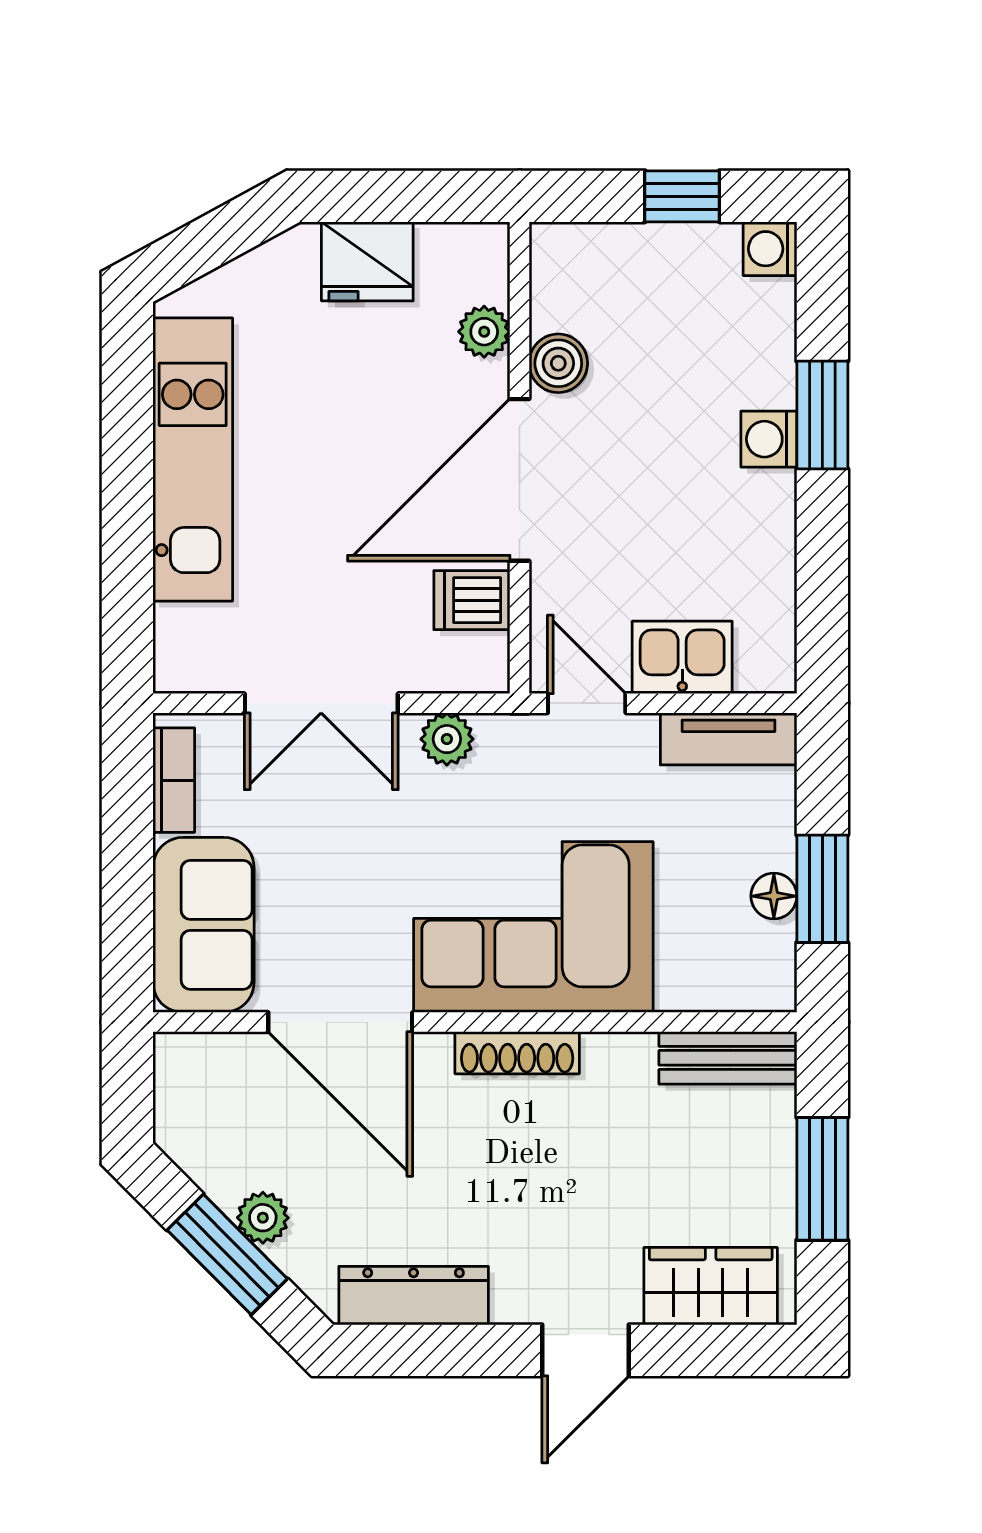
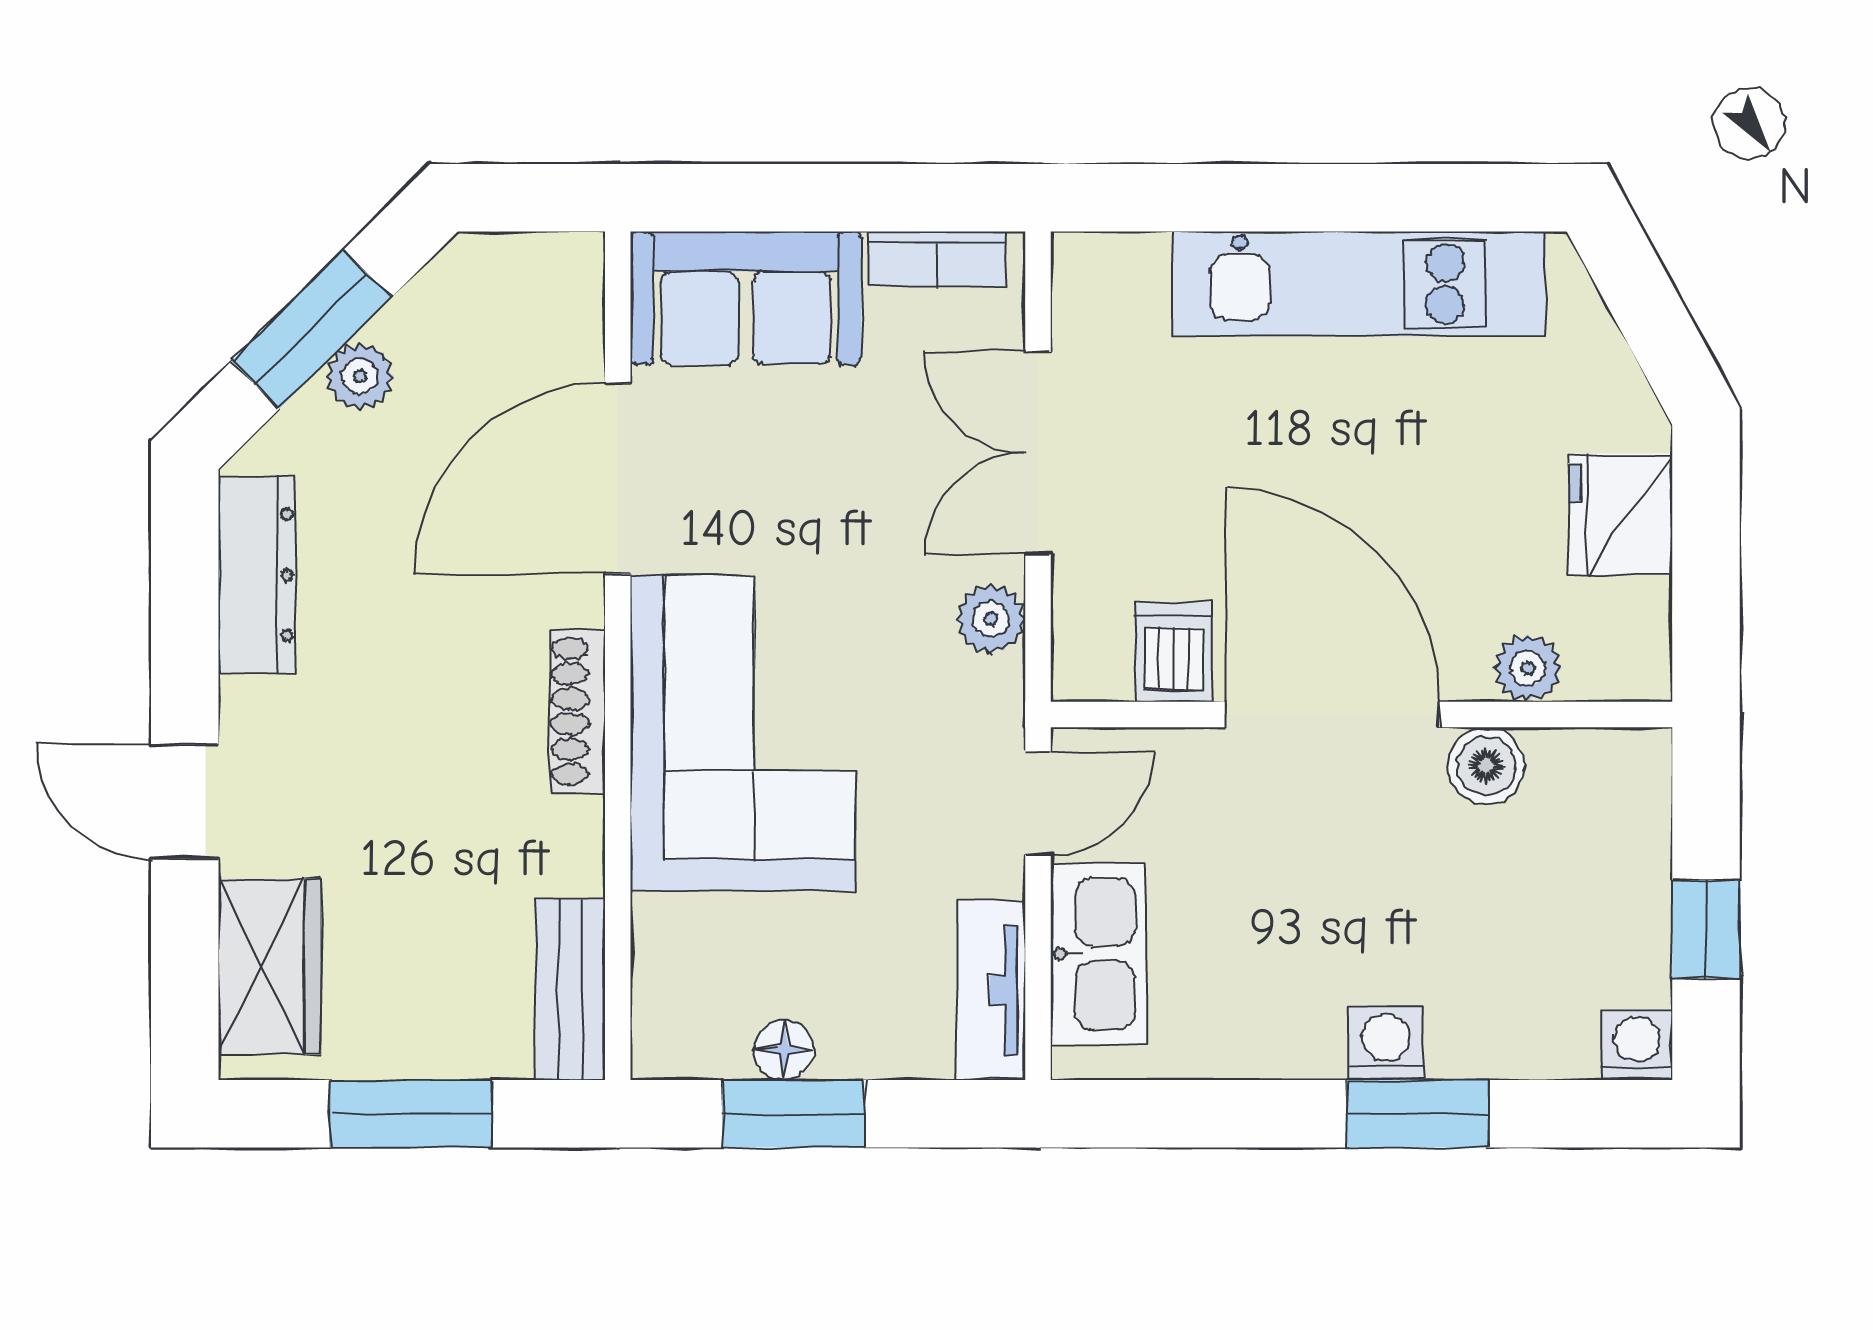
kitchen sink: (682, 657) -> (1098, 954), width x1.38

